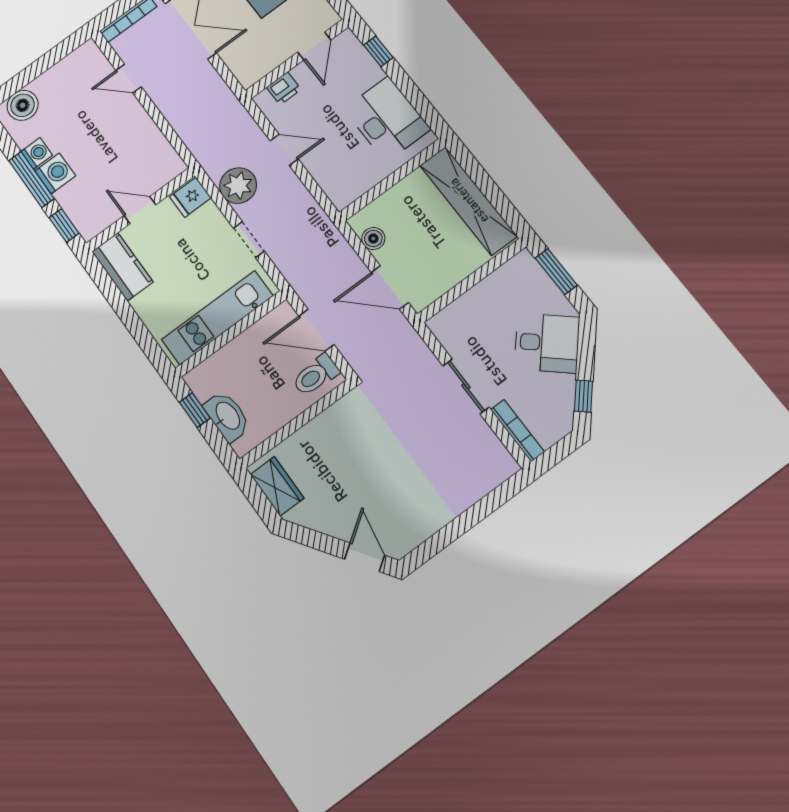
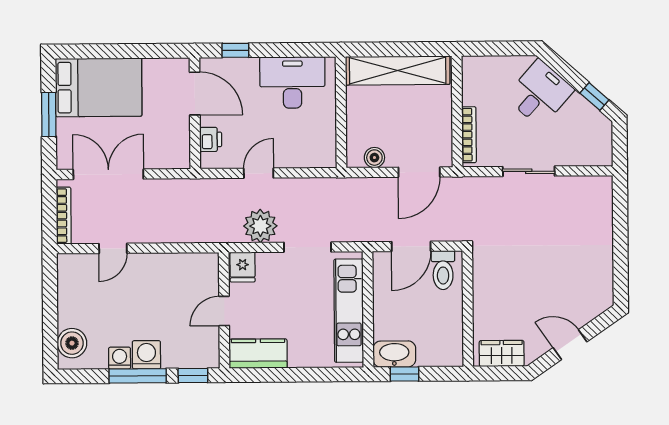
door: (314, 46) -> (195, 94), width x1.37
doorway: (249, 240) -> (307, 247), width x1.38
window: (556, 272) -> (495, 49), removed
washbasin: (227, 416) -> (394, 354), moved
bookcase: (517, 431) -> (469, 135), moved, turned 90
door: (365, 557) -> (570, 345), moved

